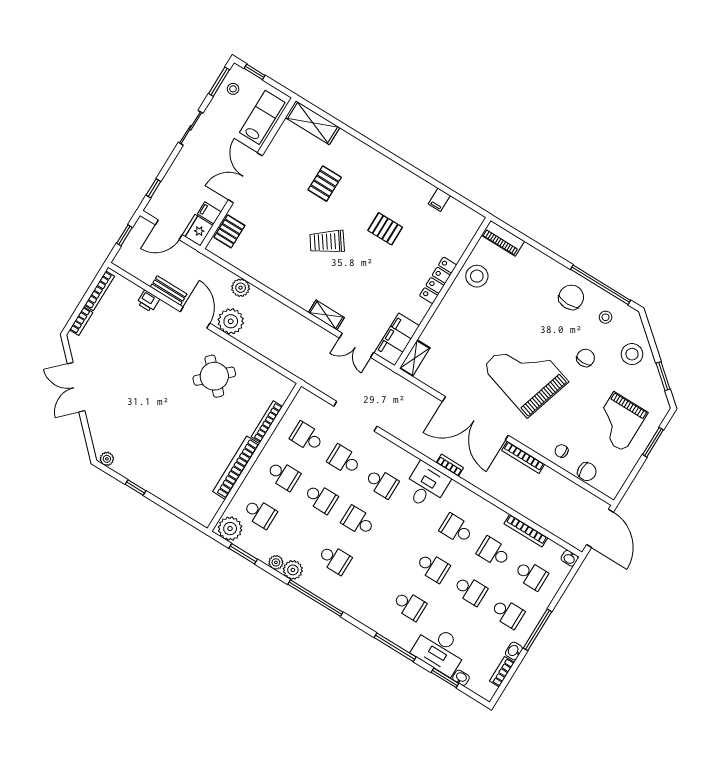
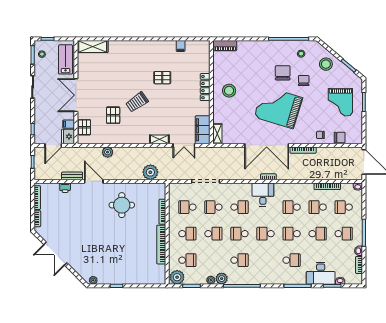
pallet: (325, 184) -> (113, 115), moved
stool: (477, 276) -> (229, 91), moved
chair: (571, 297) -> (283, 73), moved
plant: (231, 321) -> (150, 172), moved
round table: (214, 376) -> (122, 205), turned 45
school desk: (395, 544) -> (266, 234), added
school desk: (433, 567) -> (292, 234), turned 180
school desk: (531, 575) -> (344, 207), turned 180

